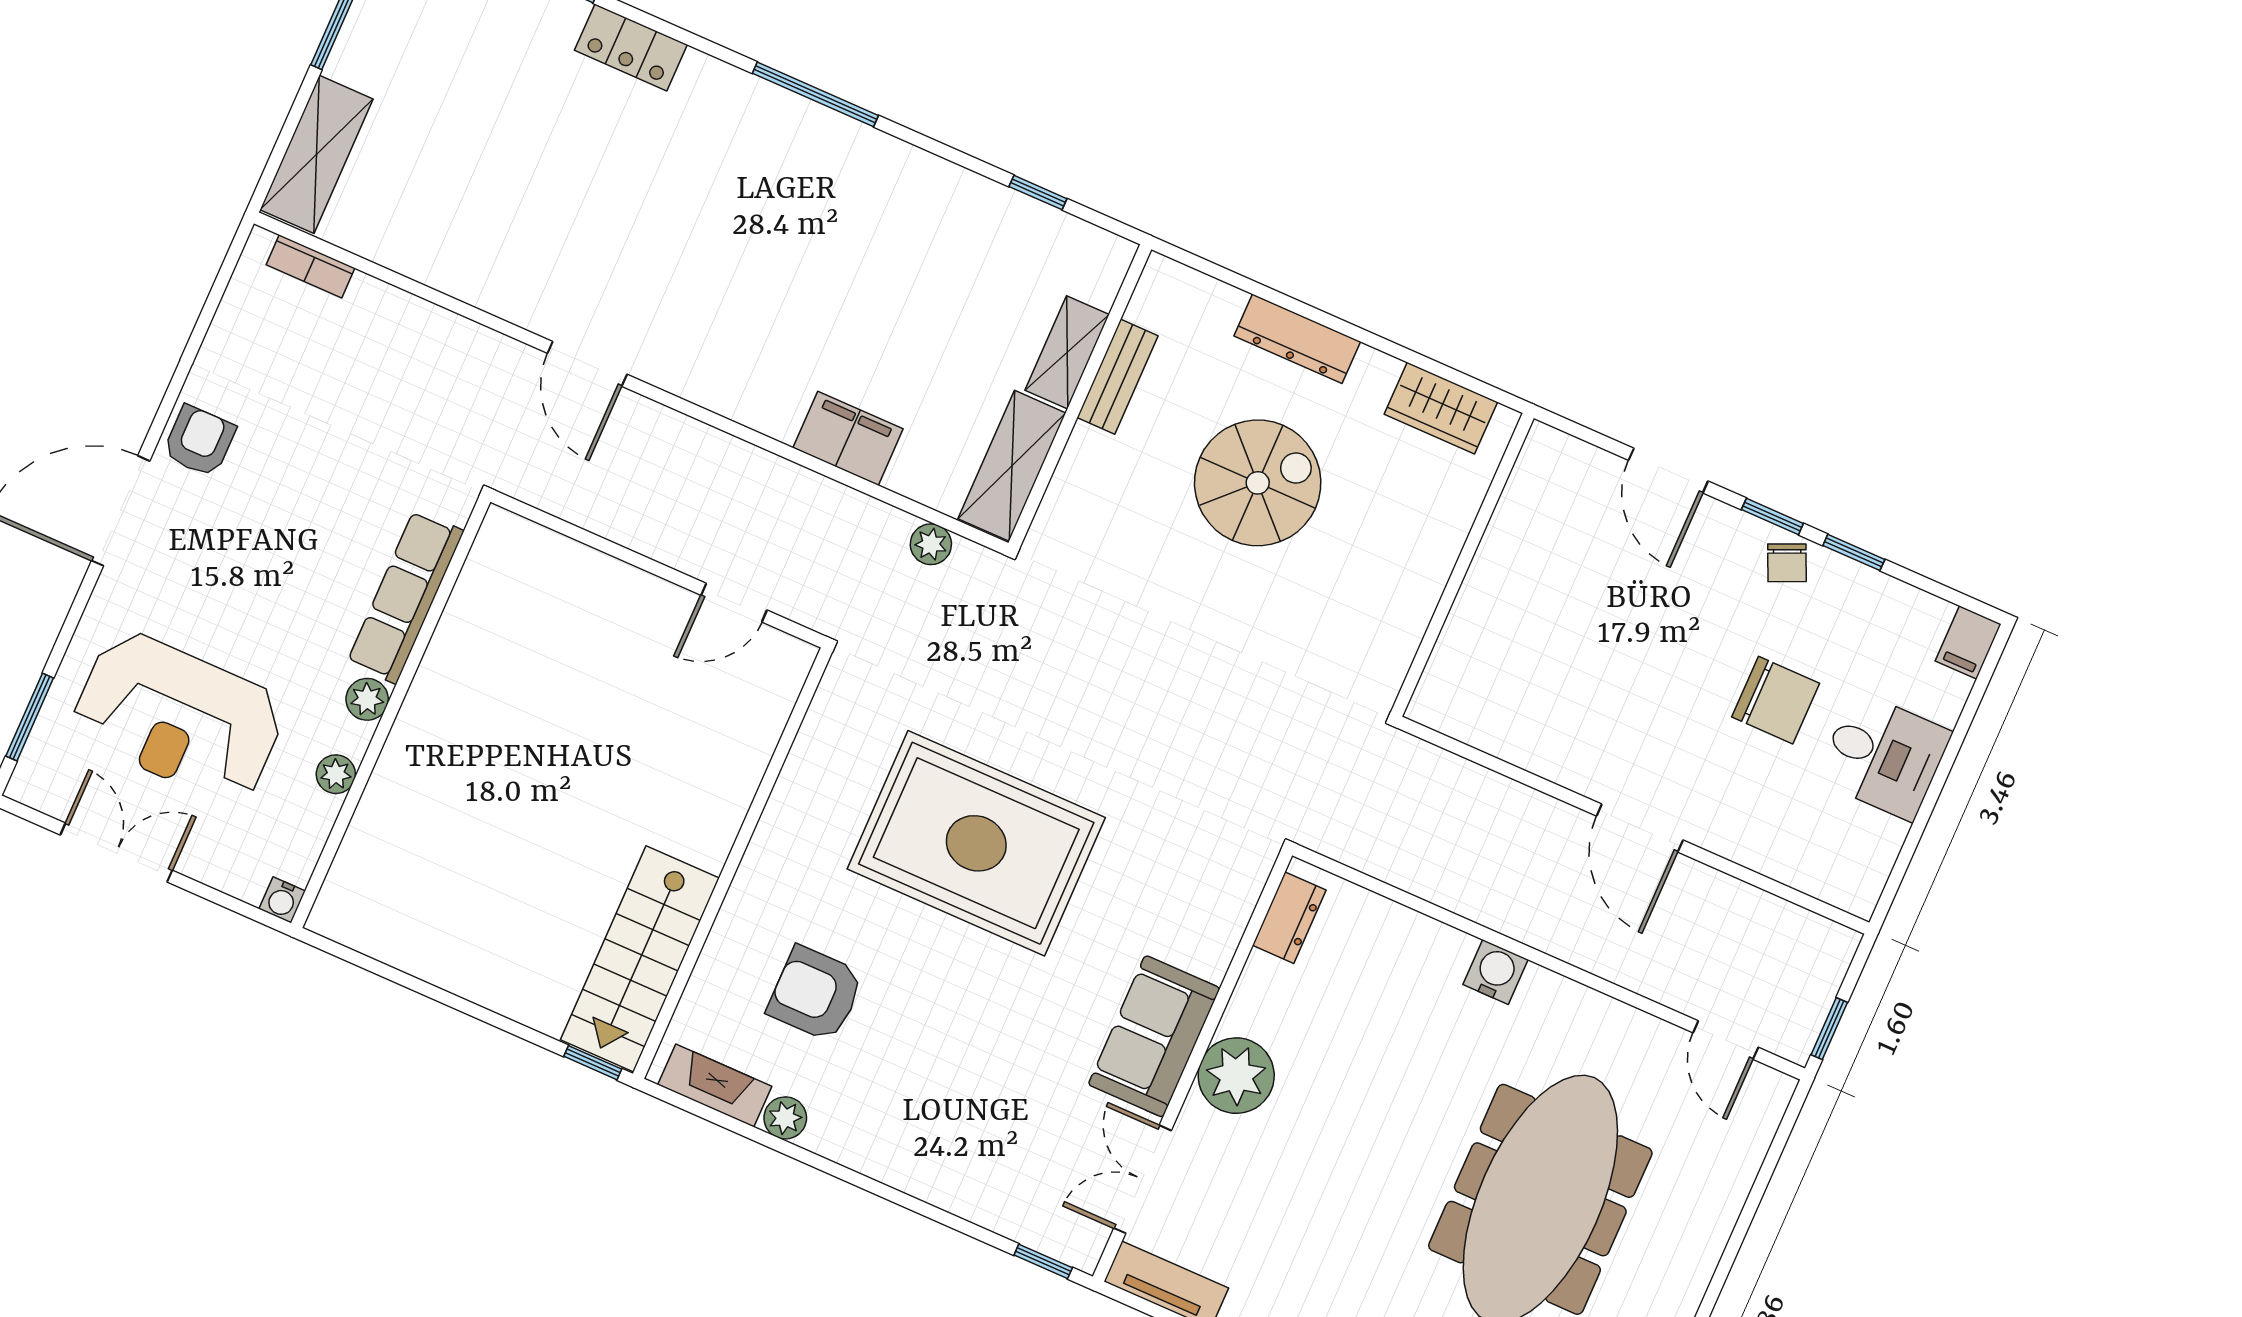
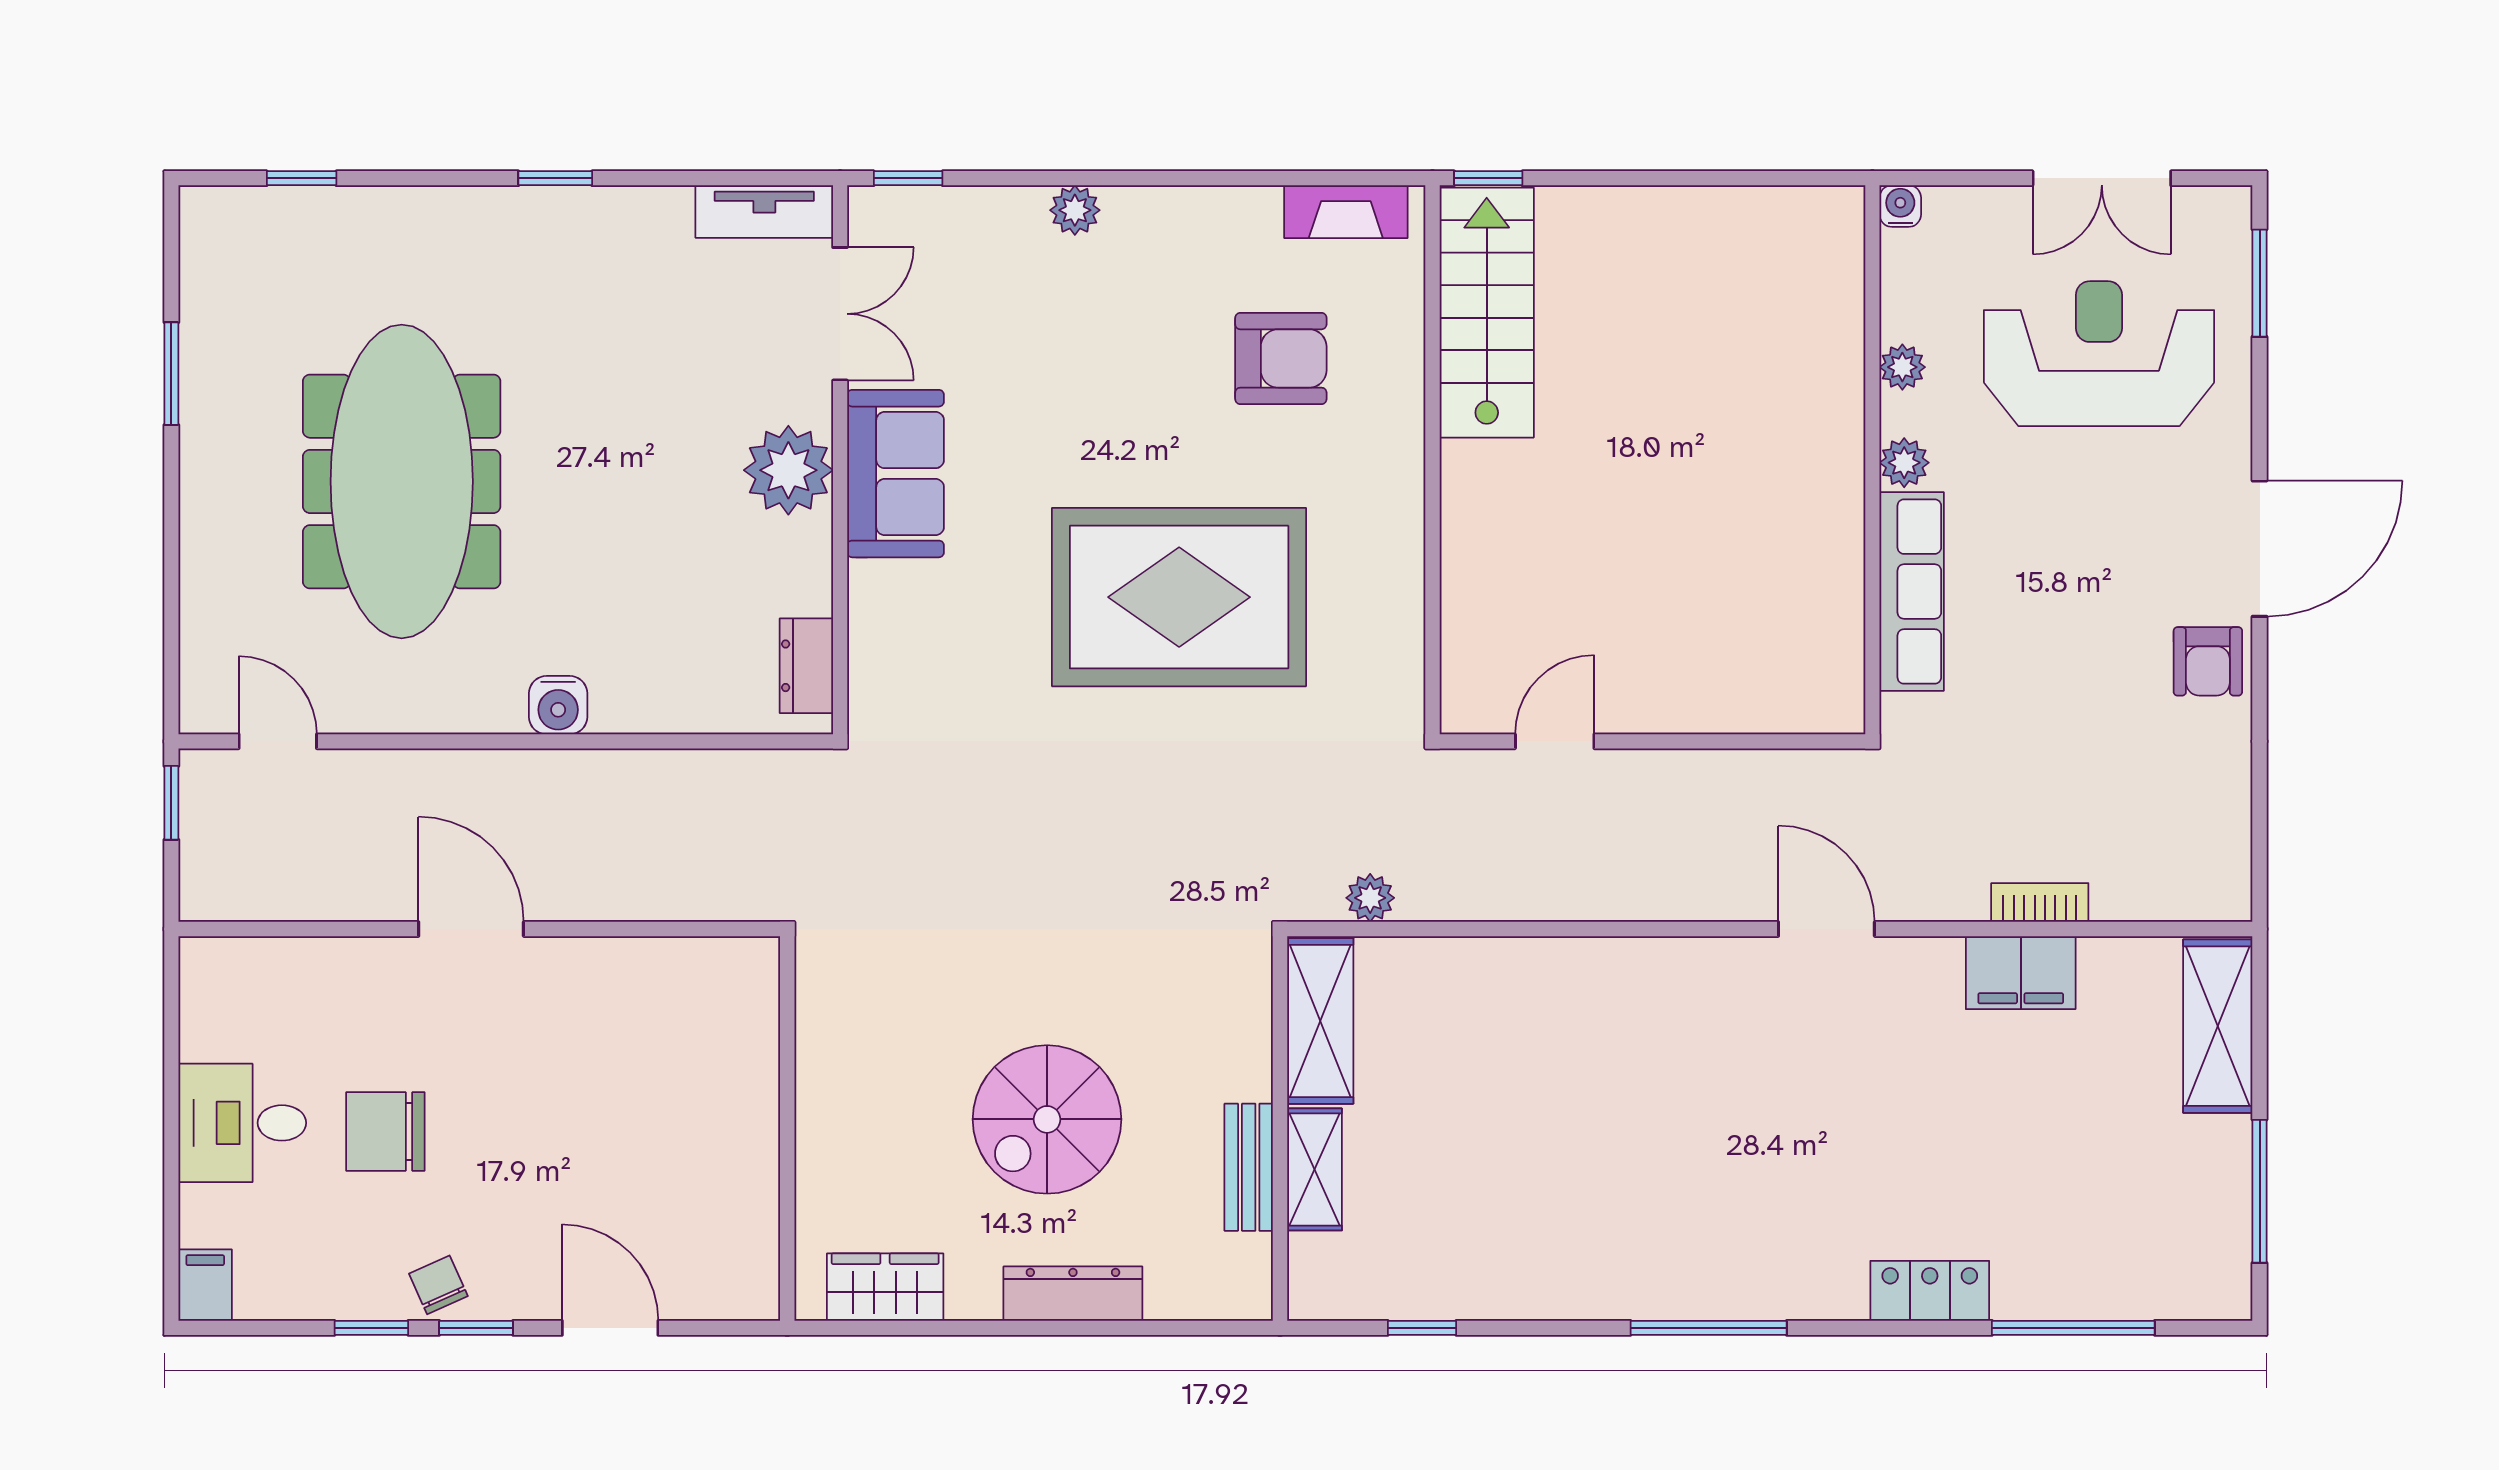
bookcase: (311, 266) -> (2040, 903), moved
filing cabinet: (848, 438) -> (2021, 973), moved
plant: (785, 1118) -> (1075, 210), moved

